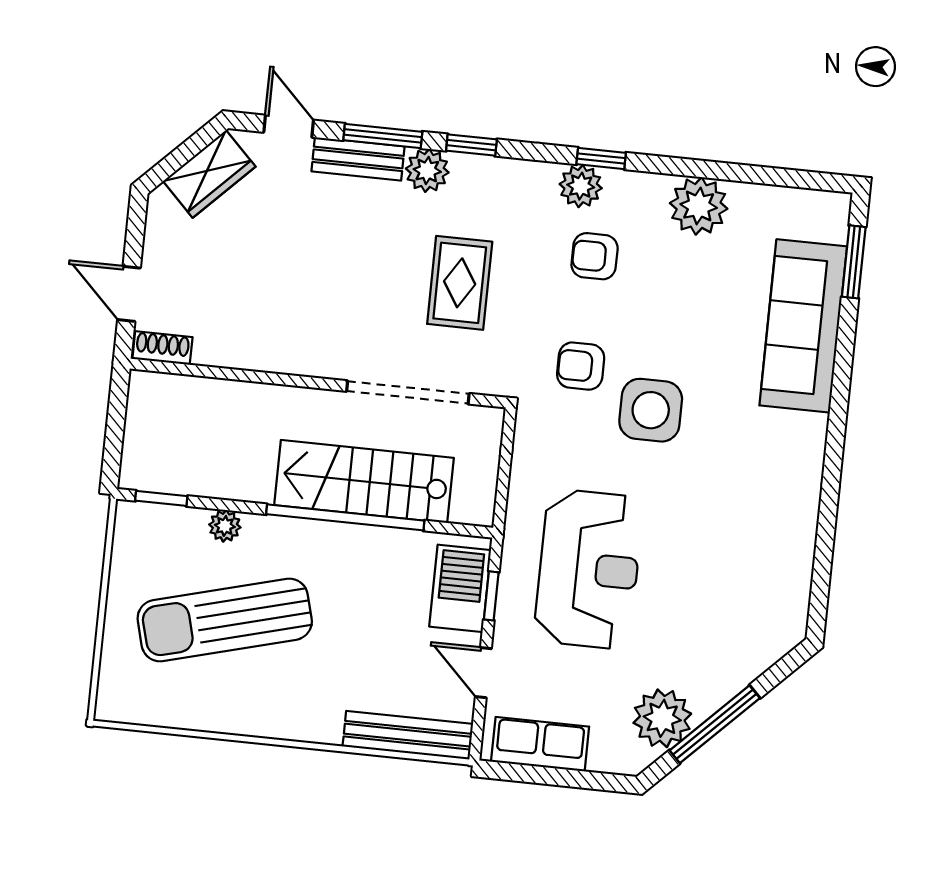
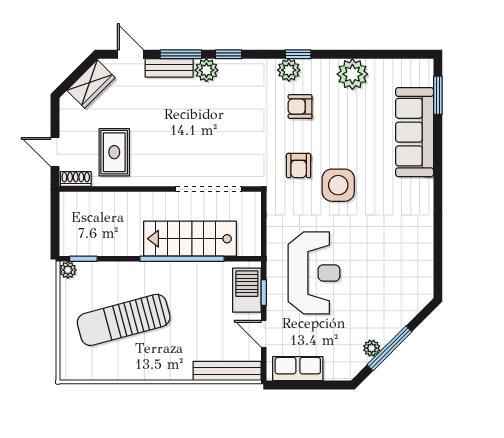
rug: (460, 283) -> (114, 152), moved
armchair: (581, 366) -> (299, 166), turned -90
plant: (225, 526) -> (68, 270), moved
plant: (662, 718) -> (372, 348), width x0.53, depth x0.53

